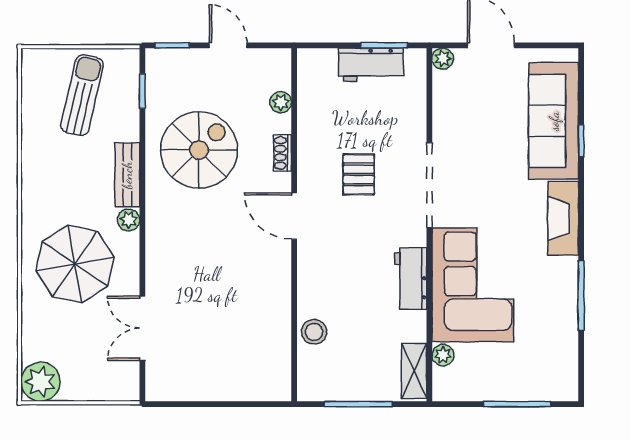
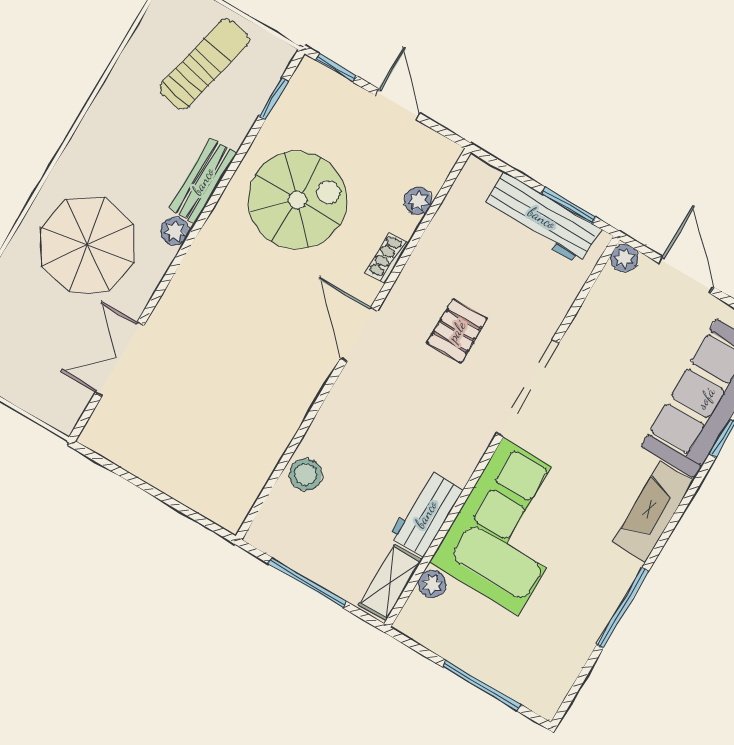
workbench: (371, 65) -> (542, 218), width x1.38
workbench: (411, 279) -> (426, 514), moved

